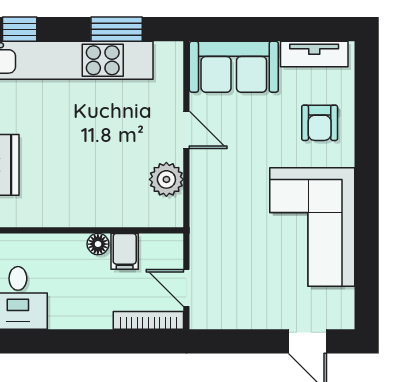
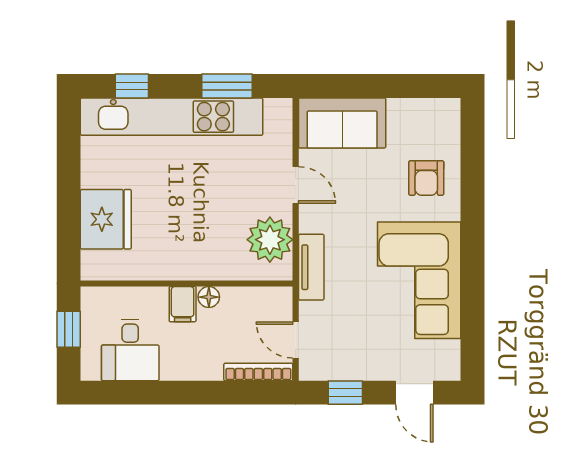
tv unit: (314, 54) -> (311, 267), moved, turned -90
plant: (166, 179) -> (270, 240), width x1.36, depth x1.36
filing cabinet: (125, 251) -> (183, 304), moved
window: (237, 341) -> (345, 393), added

